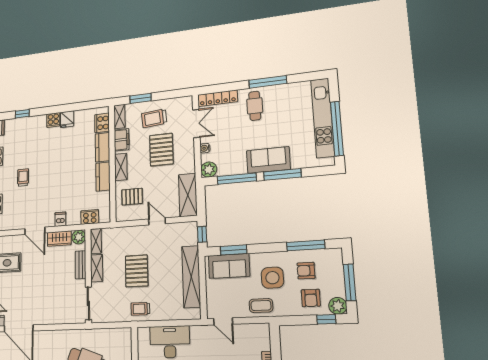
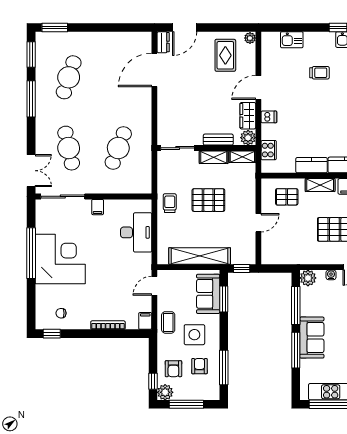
shelving: (188, 195) -> (283, 256), removed
pallet: (132, 197) -> (287, 197), turned 90
armchair: (311, 298) -> (173, 369), turned -90
filing cabinet: (261, 330) -> (145, 321), added

